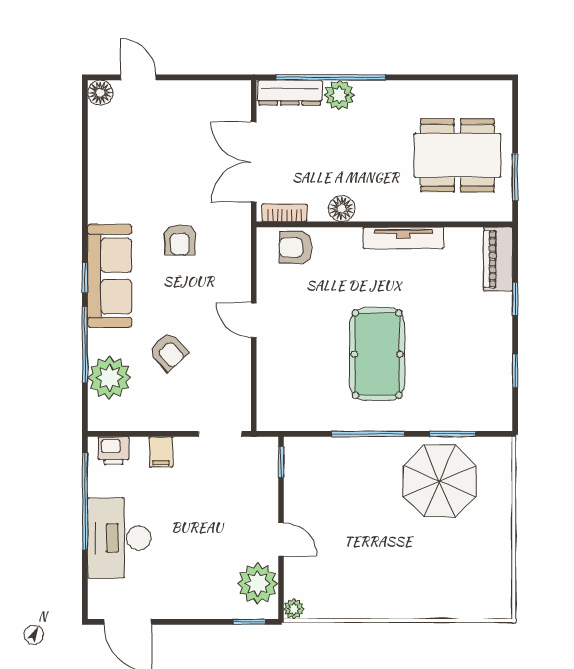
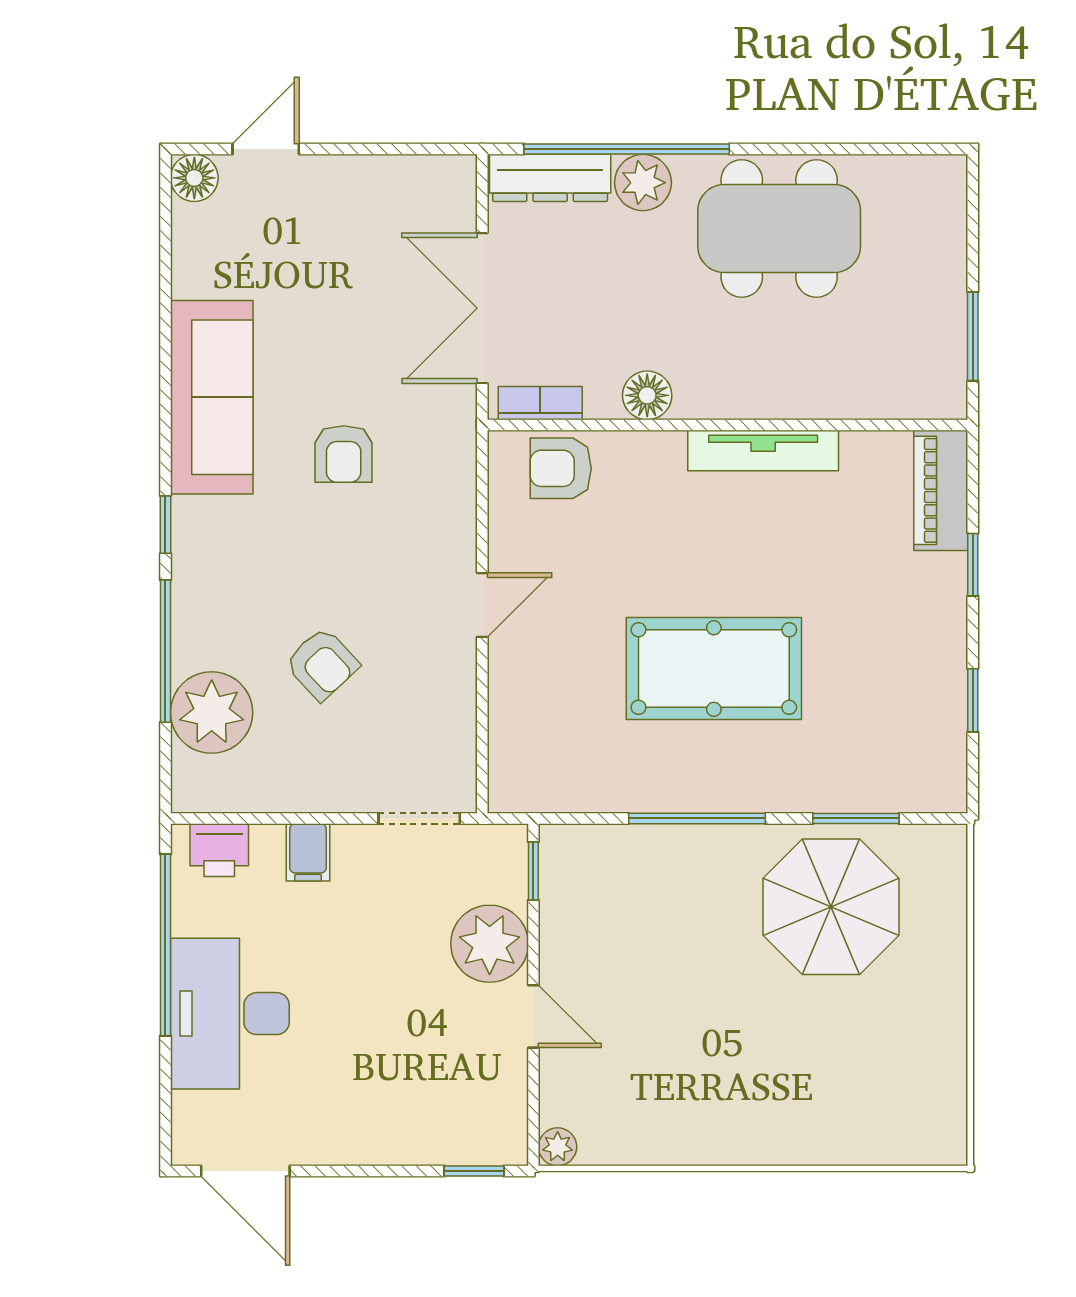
door: (138, 77) -> (266, 149), hinge flipped
dining table: (457, 155) -> (779, 228), moved
sofa: (110, 276) -> (212, 397), moved
door: (254, 320) -> (482, 605), swing flipped
pool table: (377, 354) -> (714, 669), turned 90
plant: (258, 584) -> (490, 944), moved

